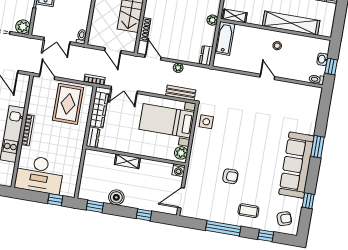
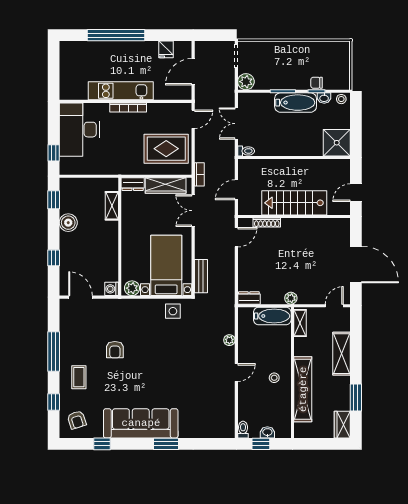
plant: (178, 68) -> (229, 340), moved
shelving: (127, 161) -> (112, 206), moved

